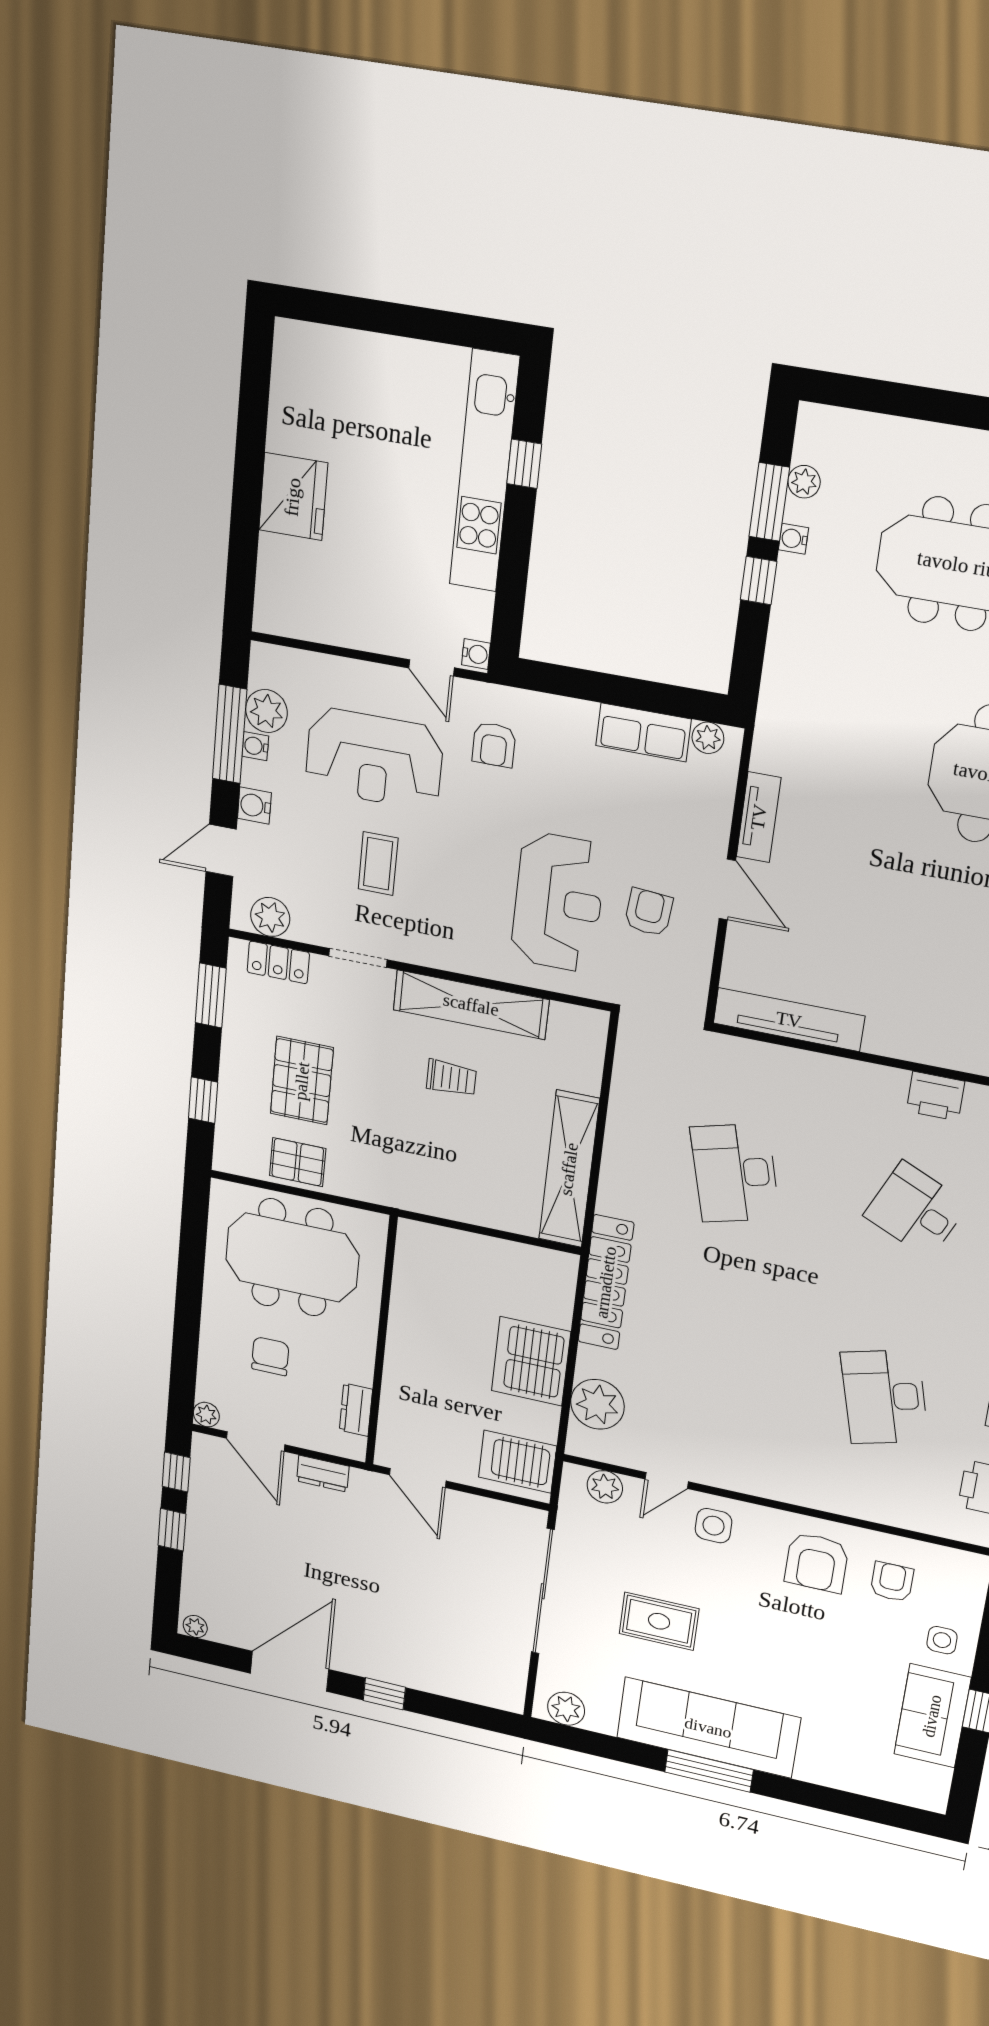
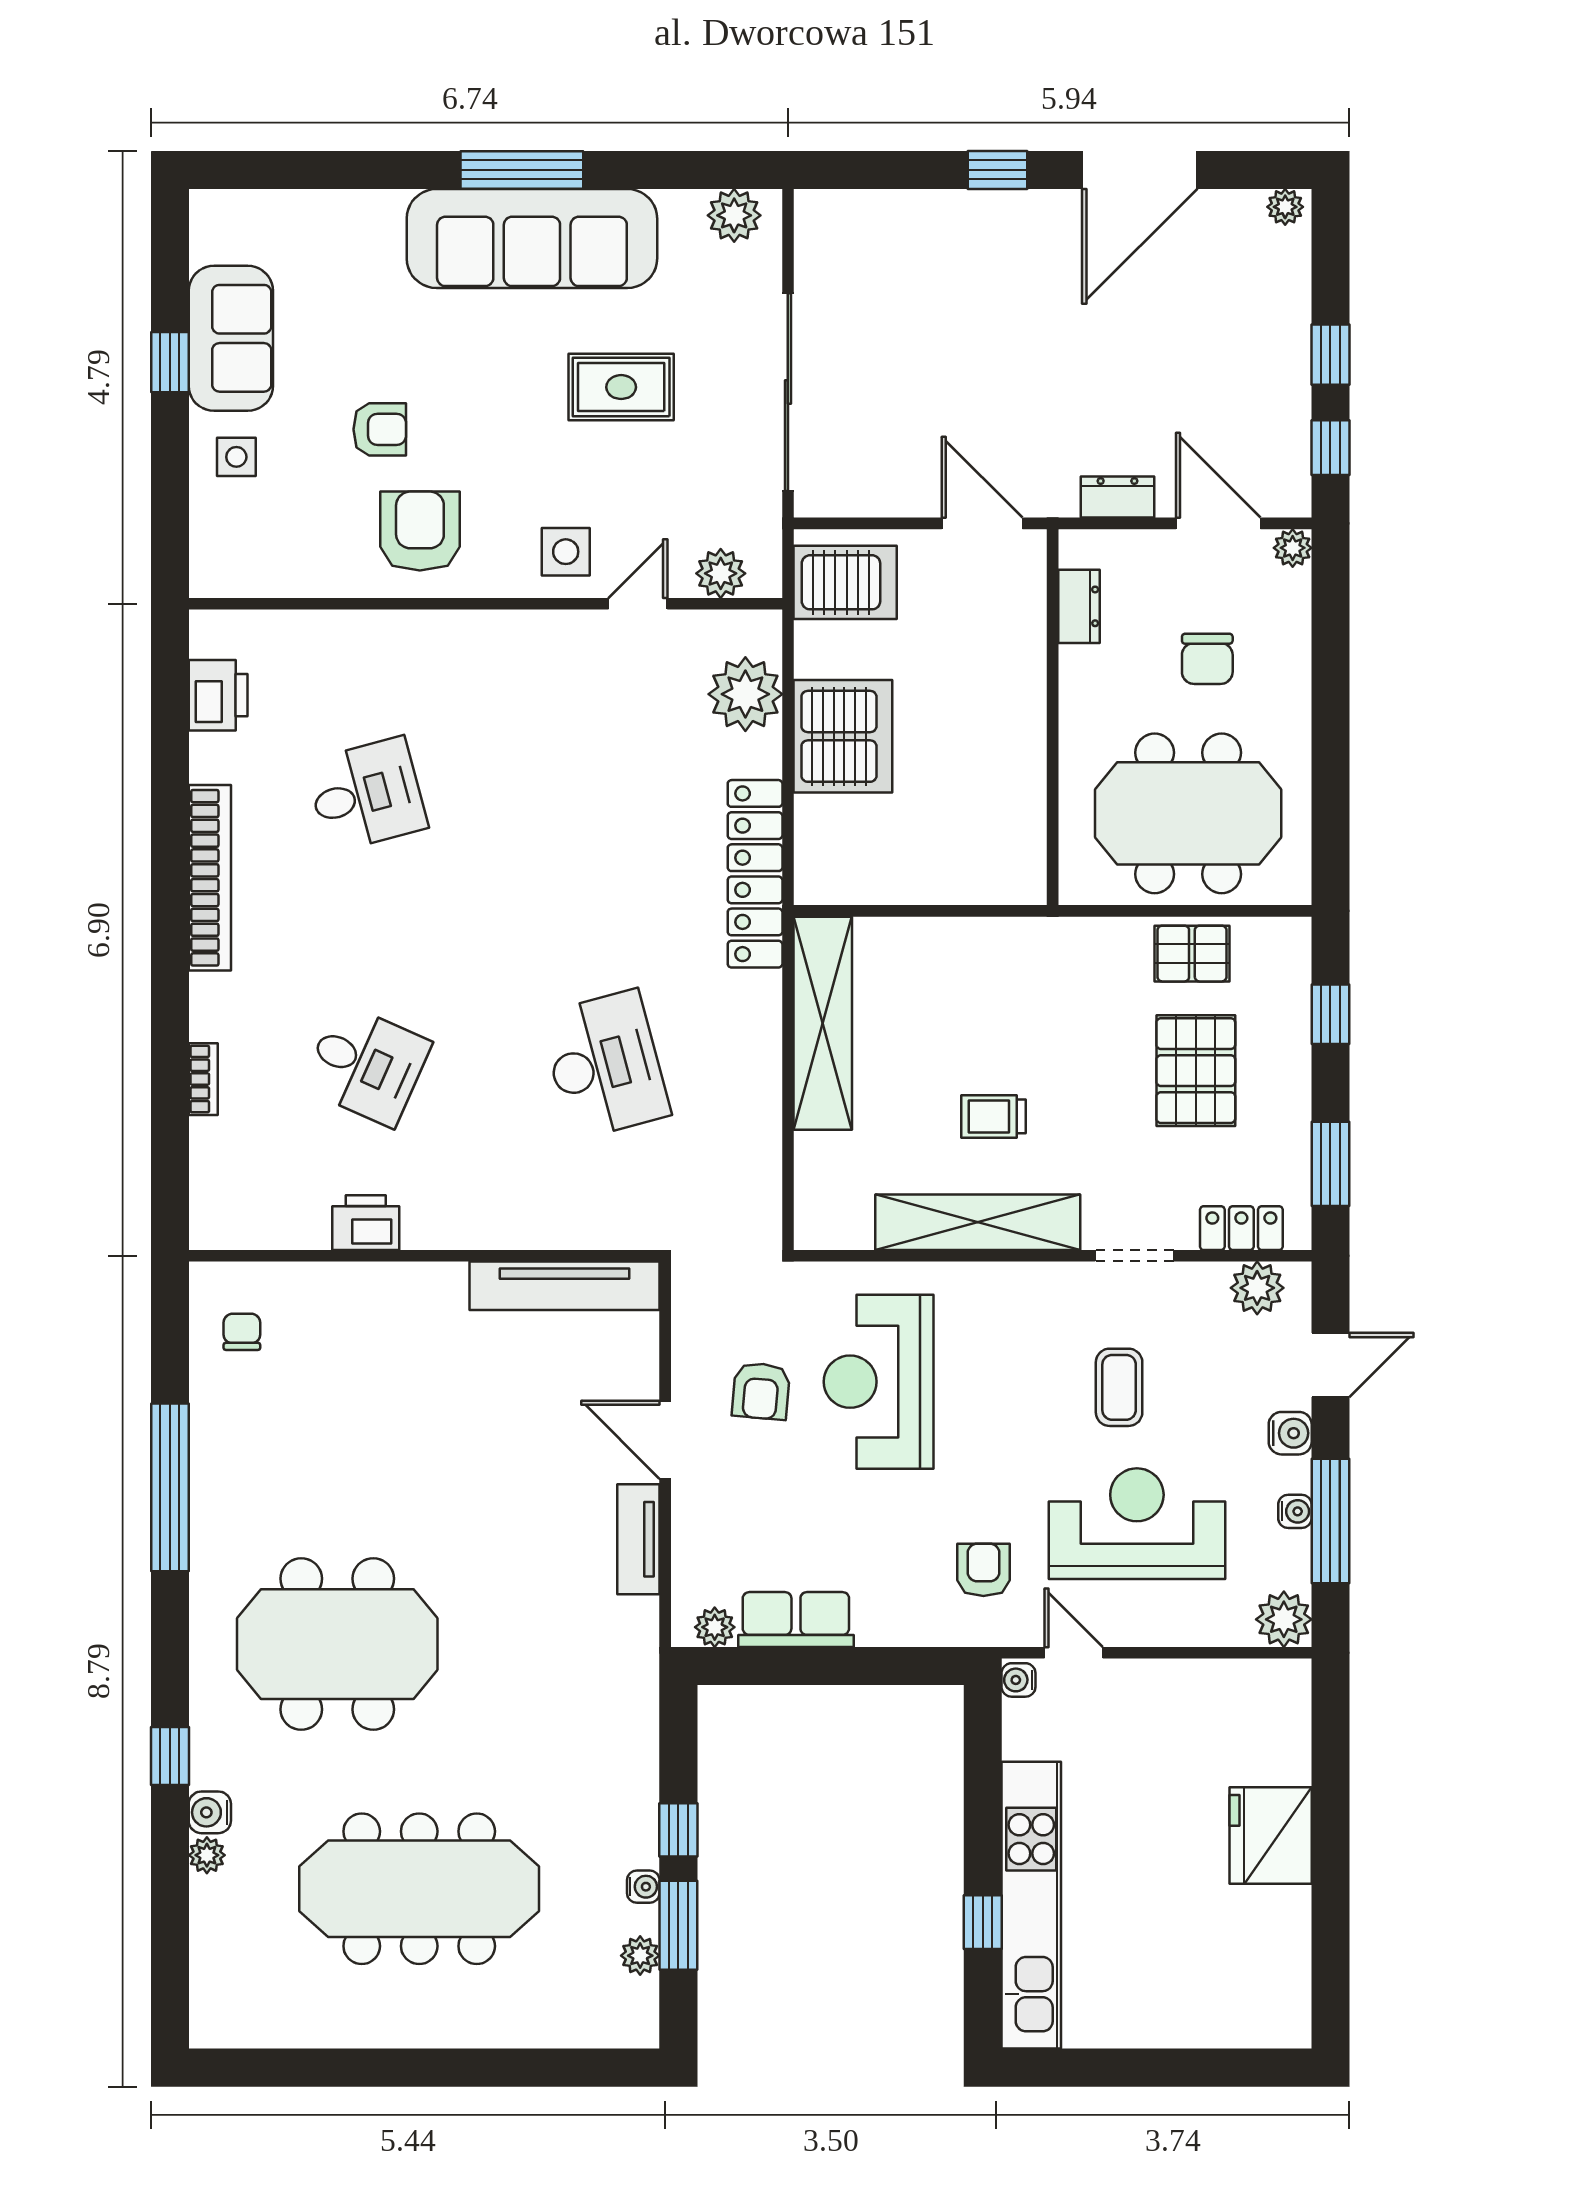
plant: (266, 711) -> (1284, 1619), moved
desk: (885, 1397) -> (366, 795), width x0.73
armchair: (892, 1582) -> (380, 429), moved, turned -90

